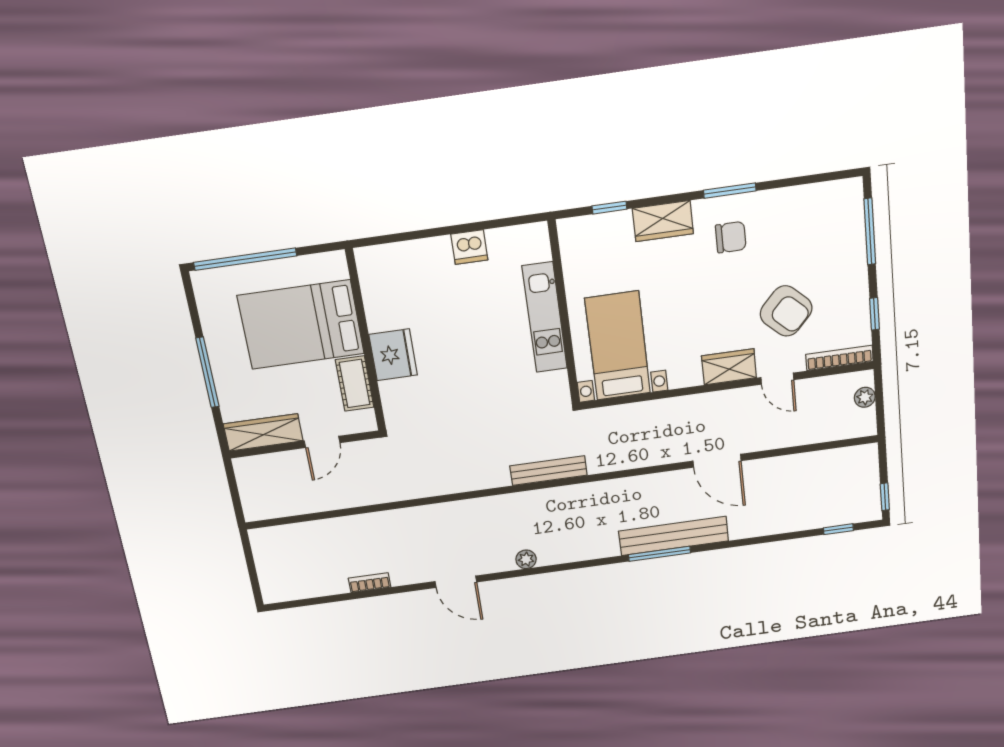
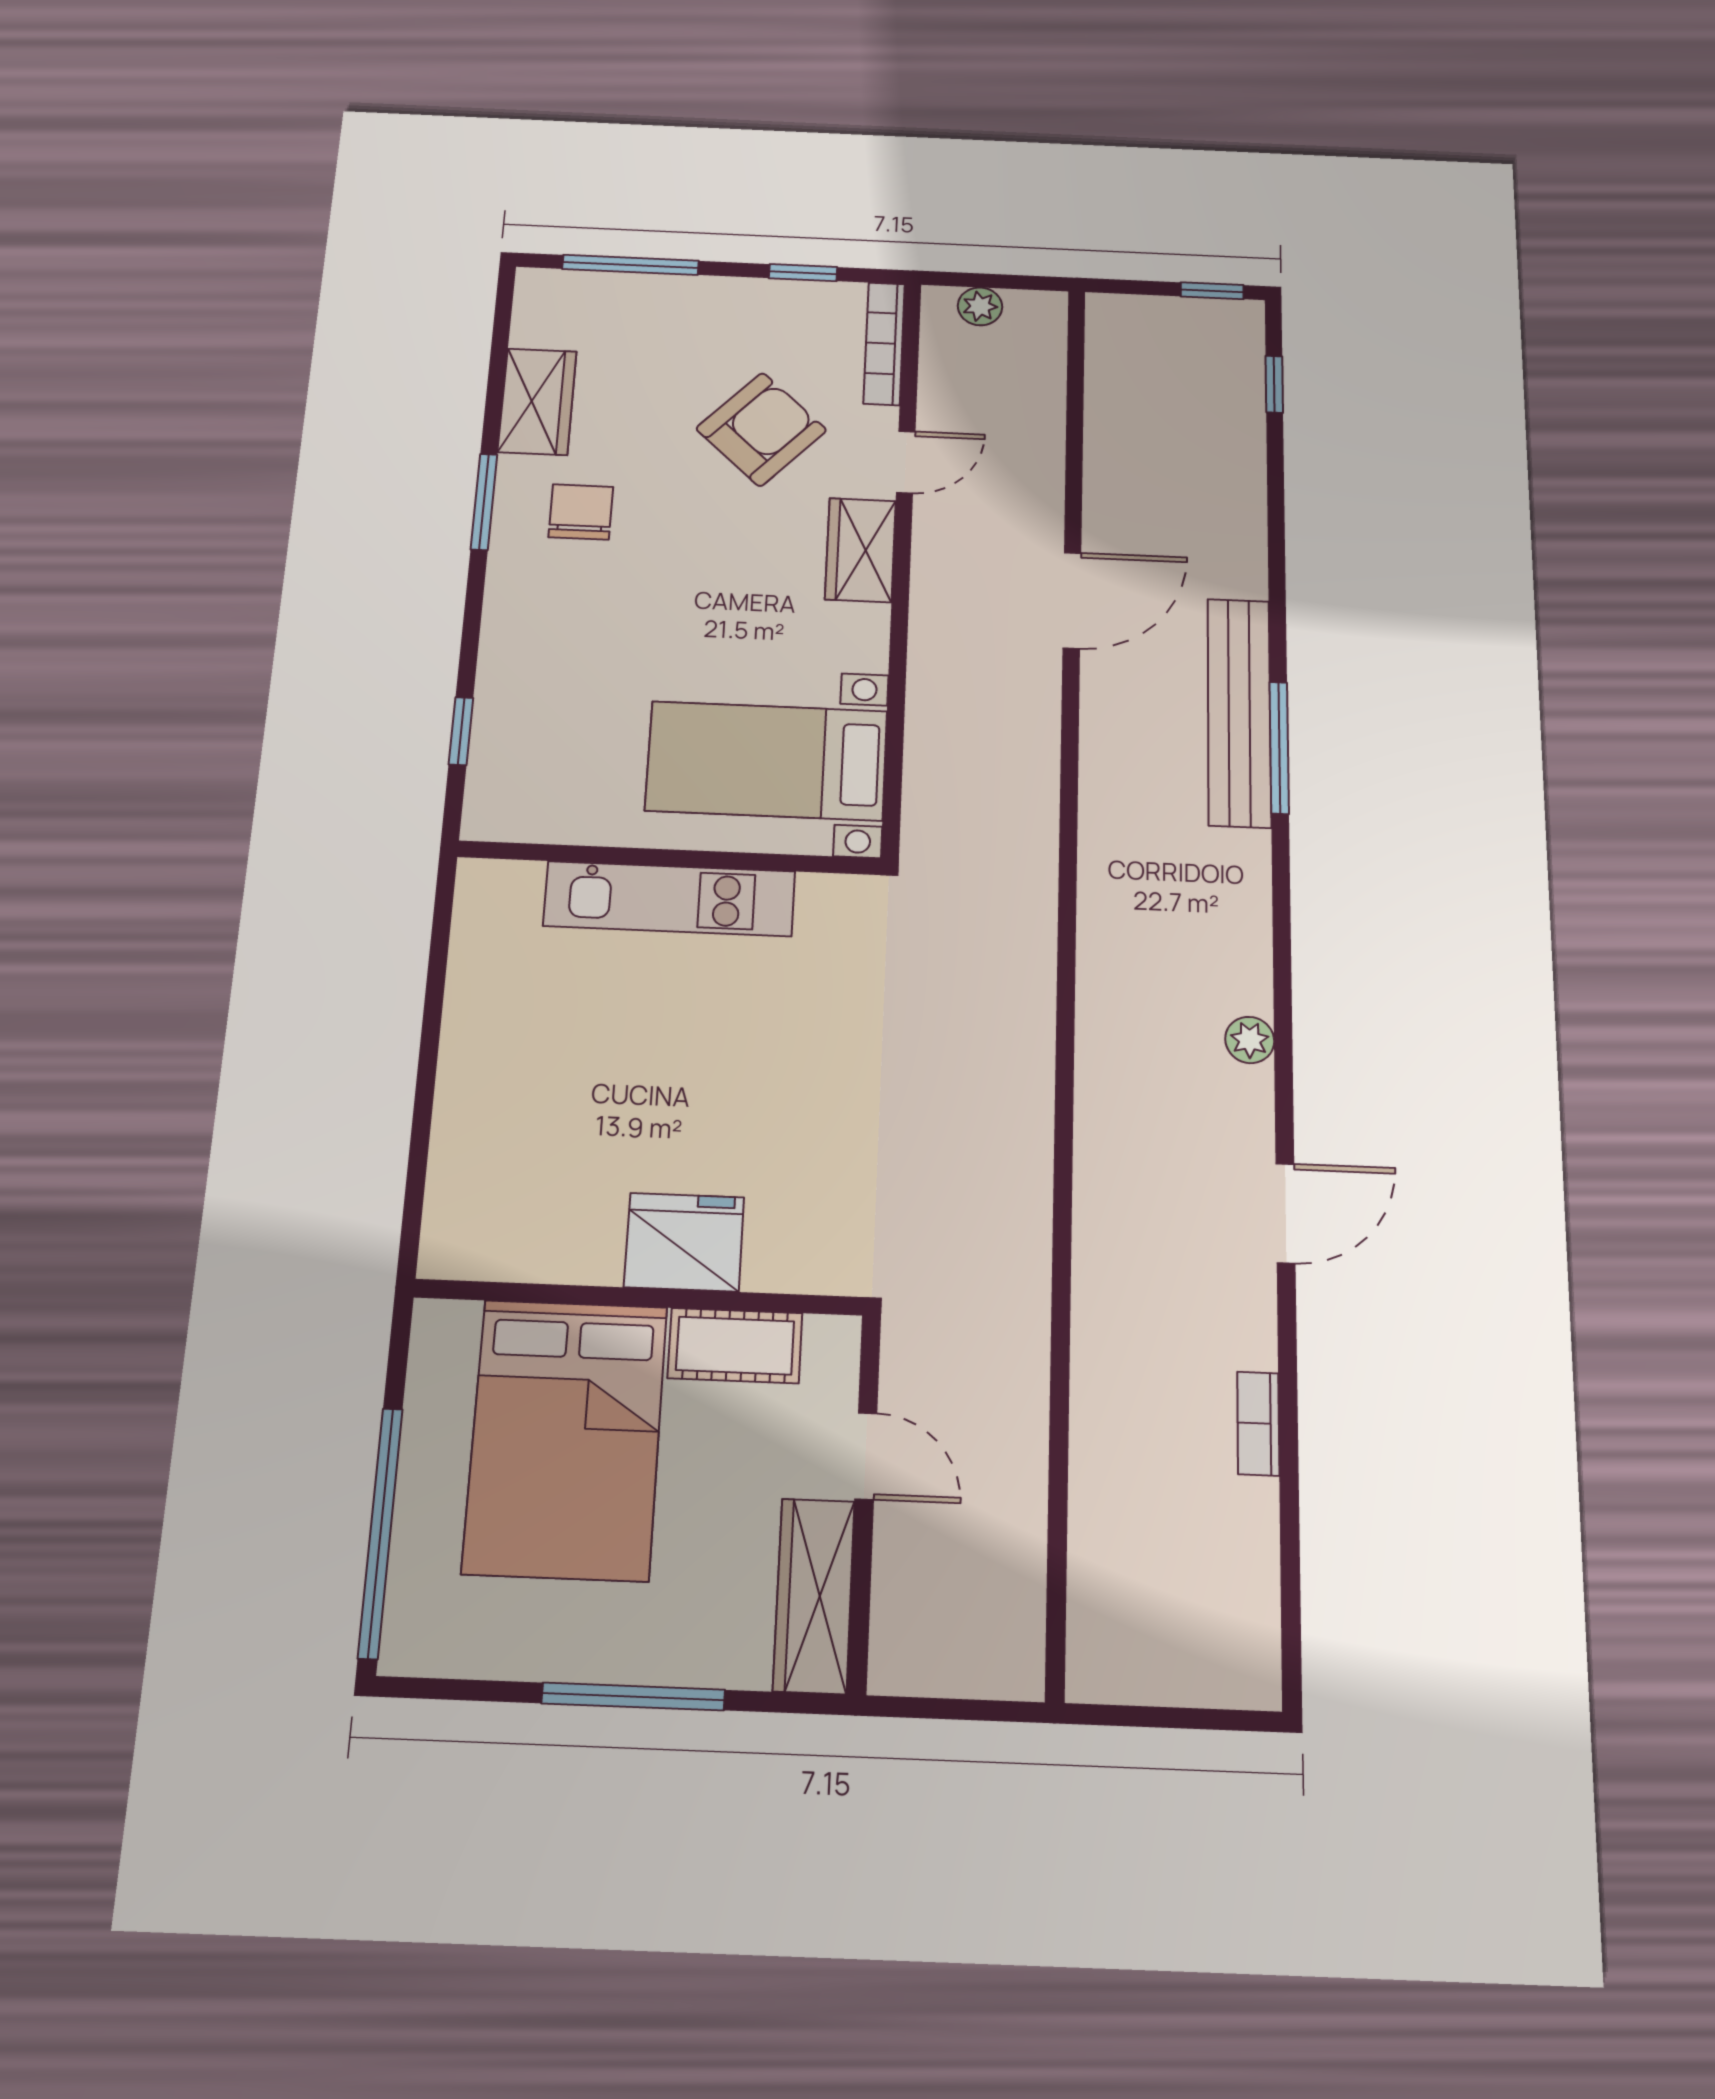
wardrobe: (663, 221) -> (537, 402), moved
dishwasher: (469, 247) -> (475, 1027), removed
bench: (548, 471) -> (1033, 952), removed

